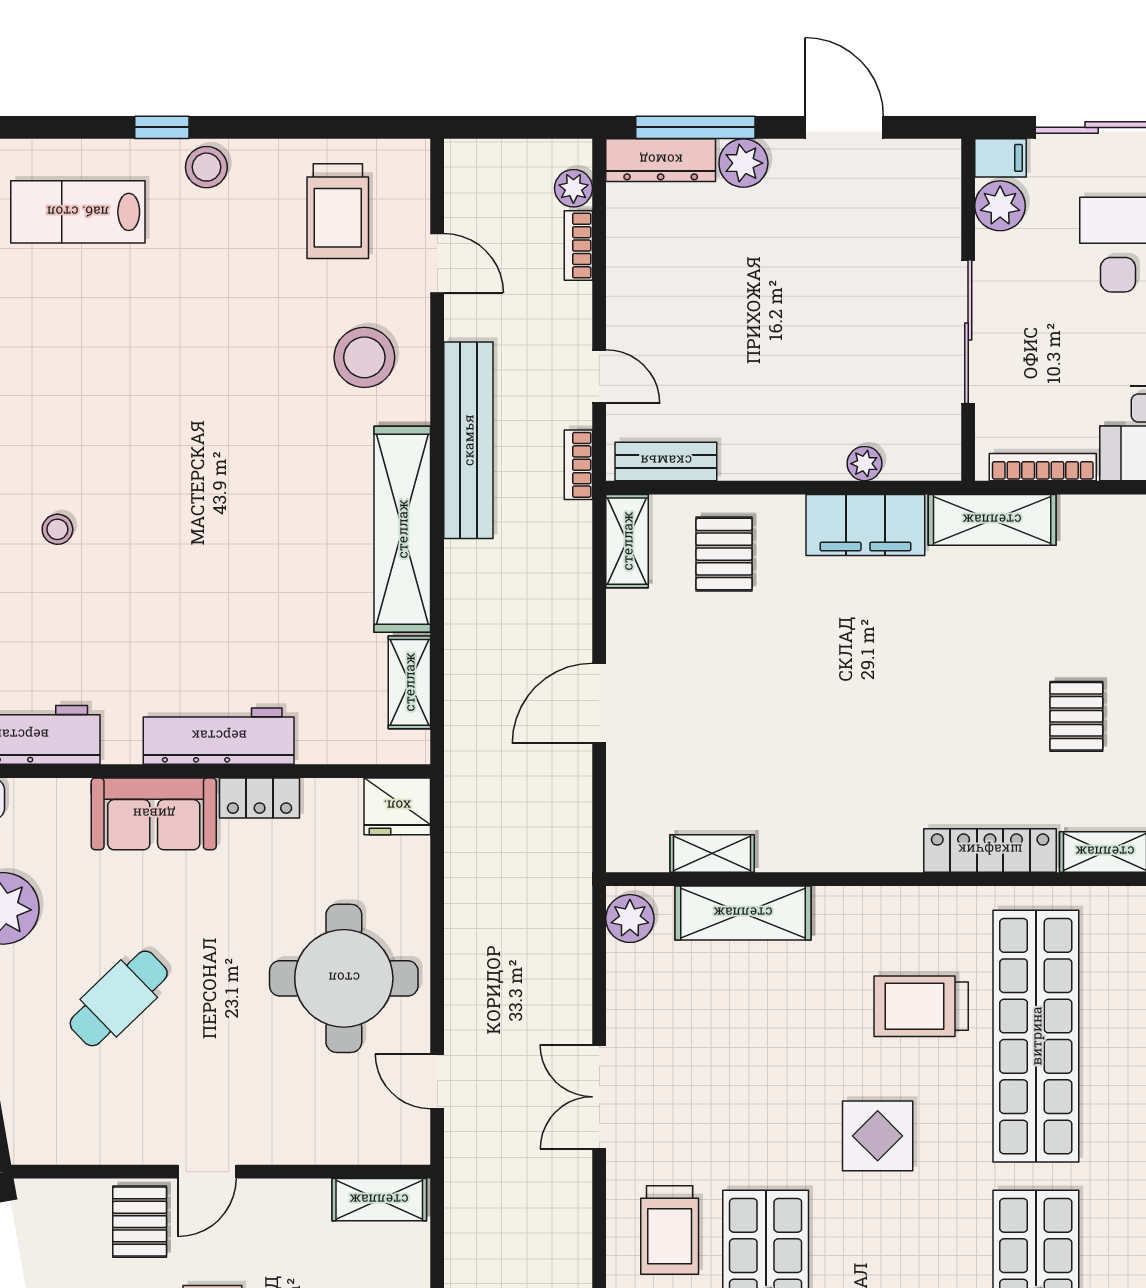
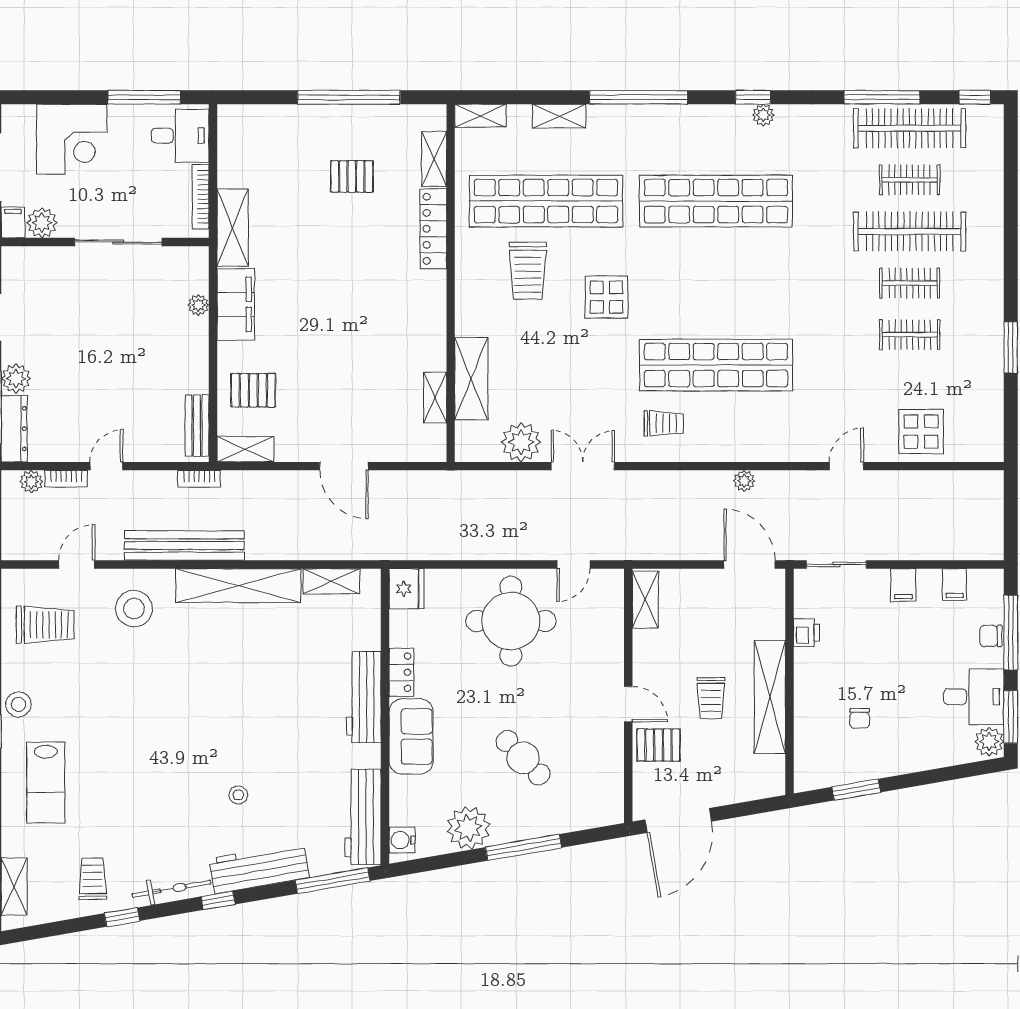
door: (599, 377) -> (106, 466), moved
plant: (630, 919) -> (521, 442), moved, width x1.36, depth x1.36
double door: (599, 1097) -> (583, 466), swing flipped
trolley: (670, 1230) -> (664, 423), width x0.73, depth x0.72

